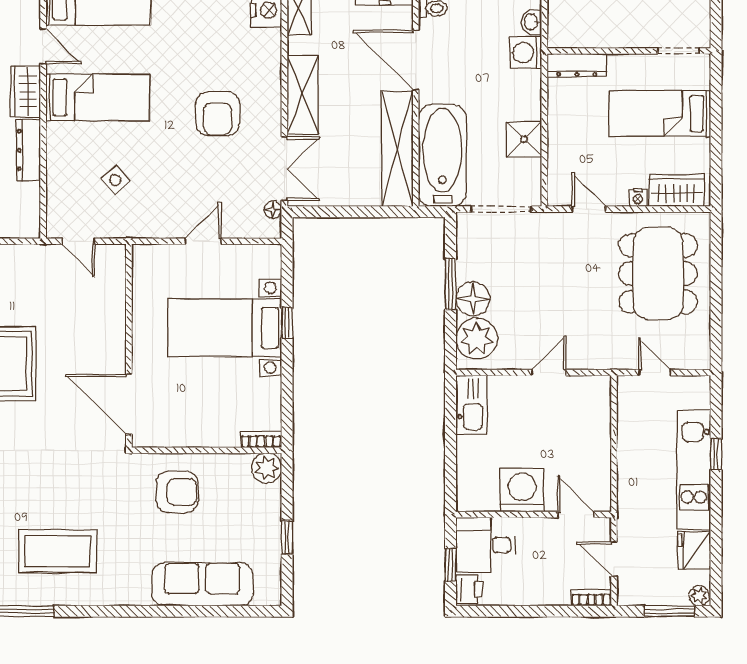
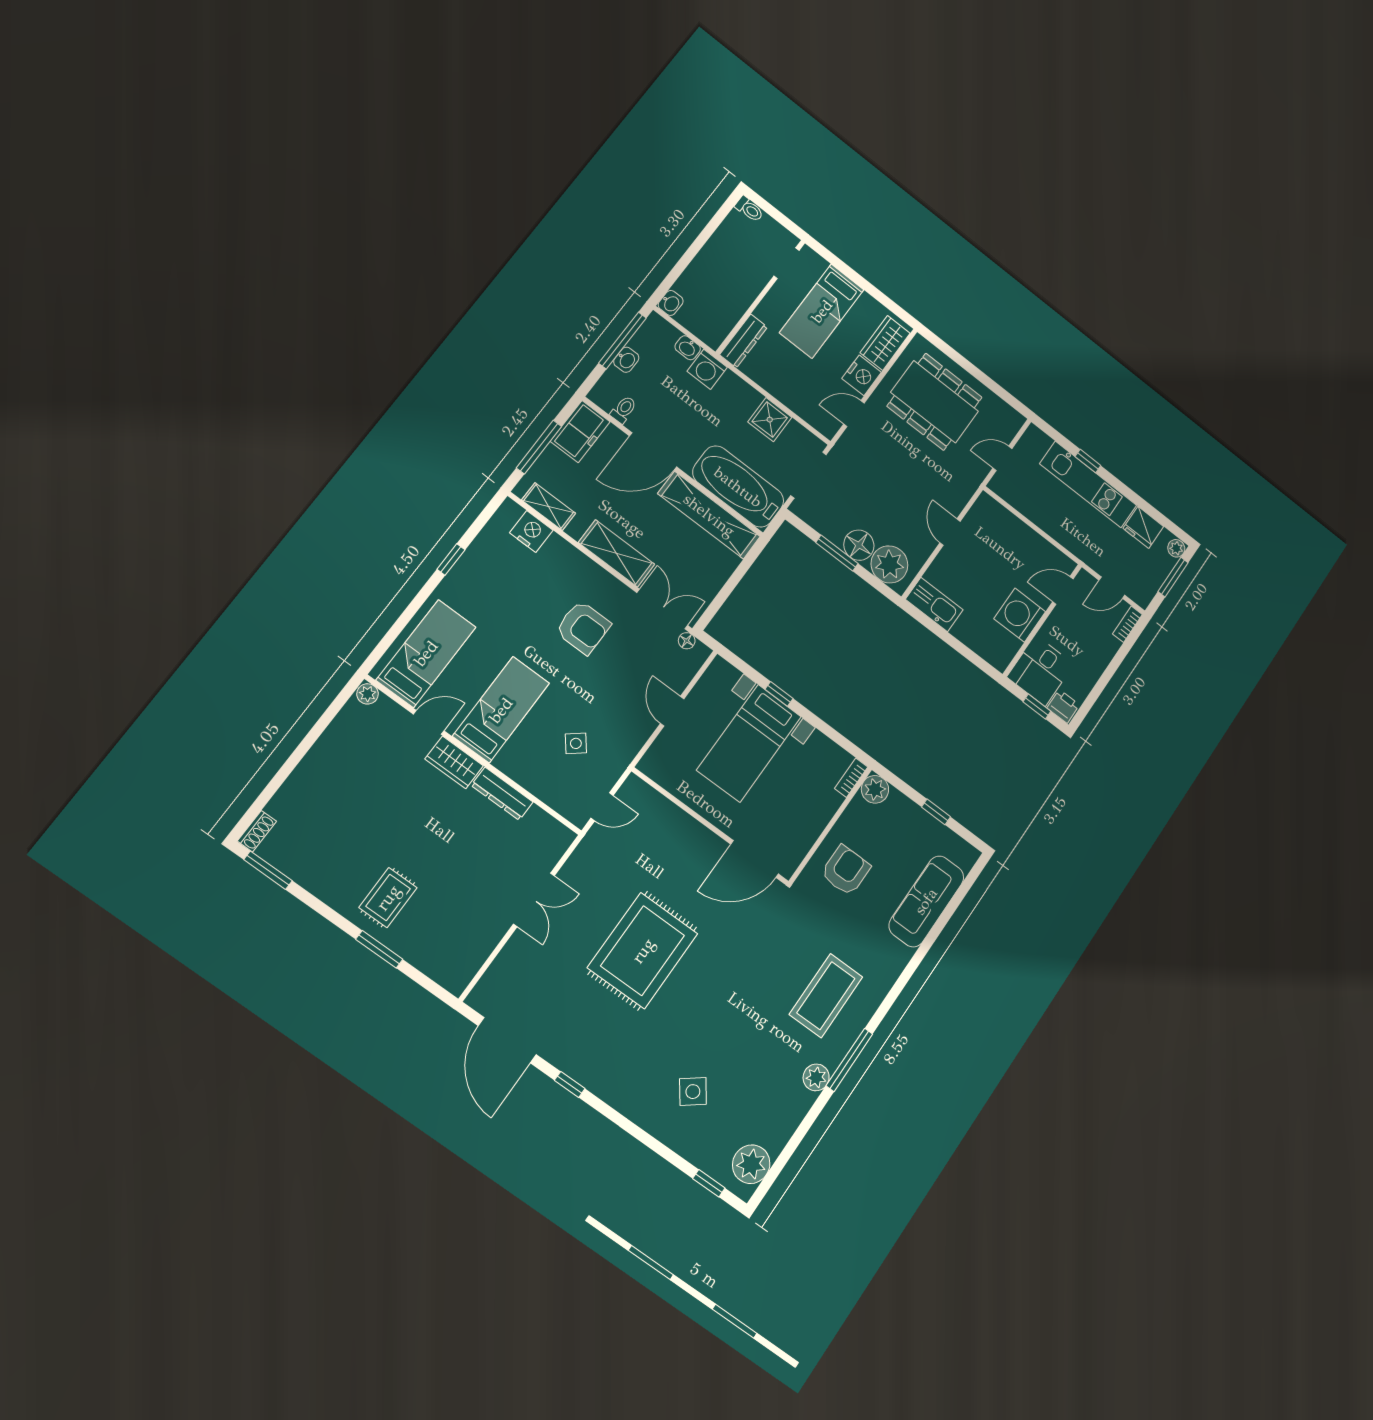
nightstand: (638, 198) -> (862, 375), width x1.89, depth x1.79

